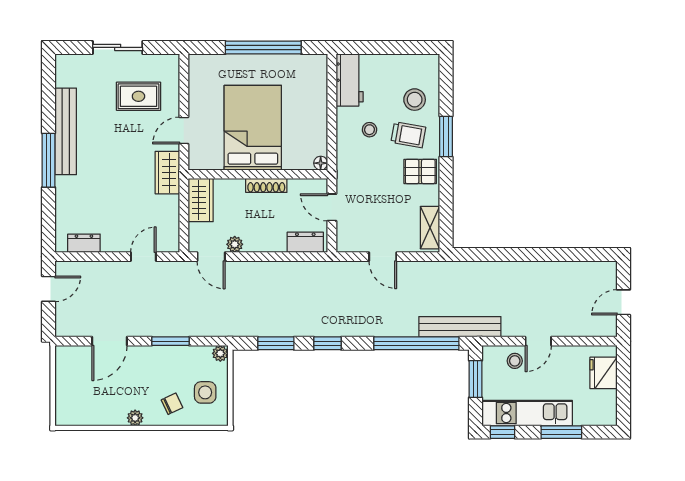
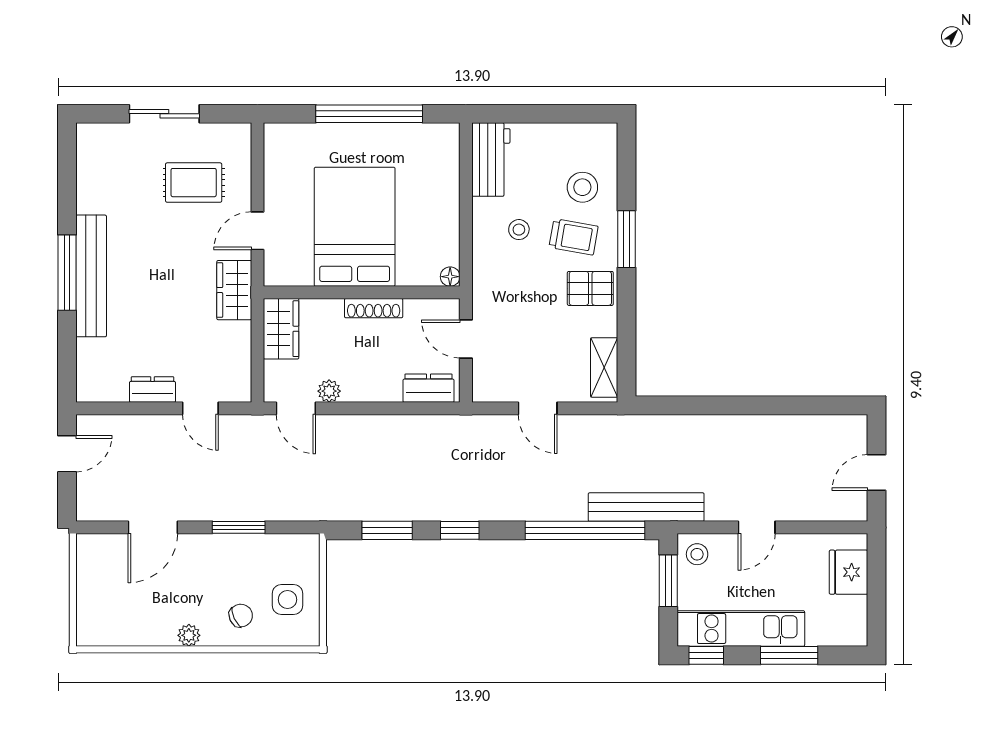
bench: (66, 131) -> (91, 276), moved
dresser: (84, 243) -> (152, 390), moved
door: (143, 257) -> (200, 408), swing flipped
plant: (220, 353) -> (309, 545), removed
stool: (515, 361) -> (697, 554), moved

